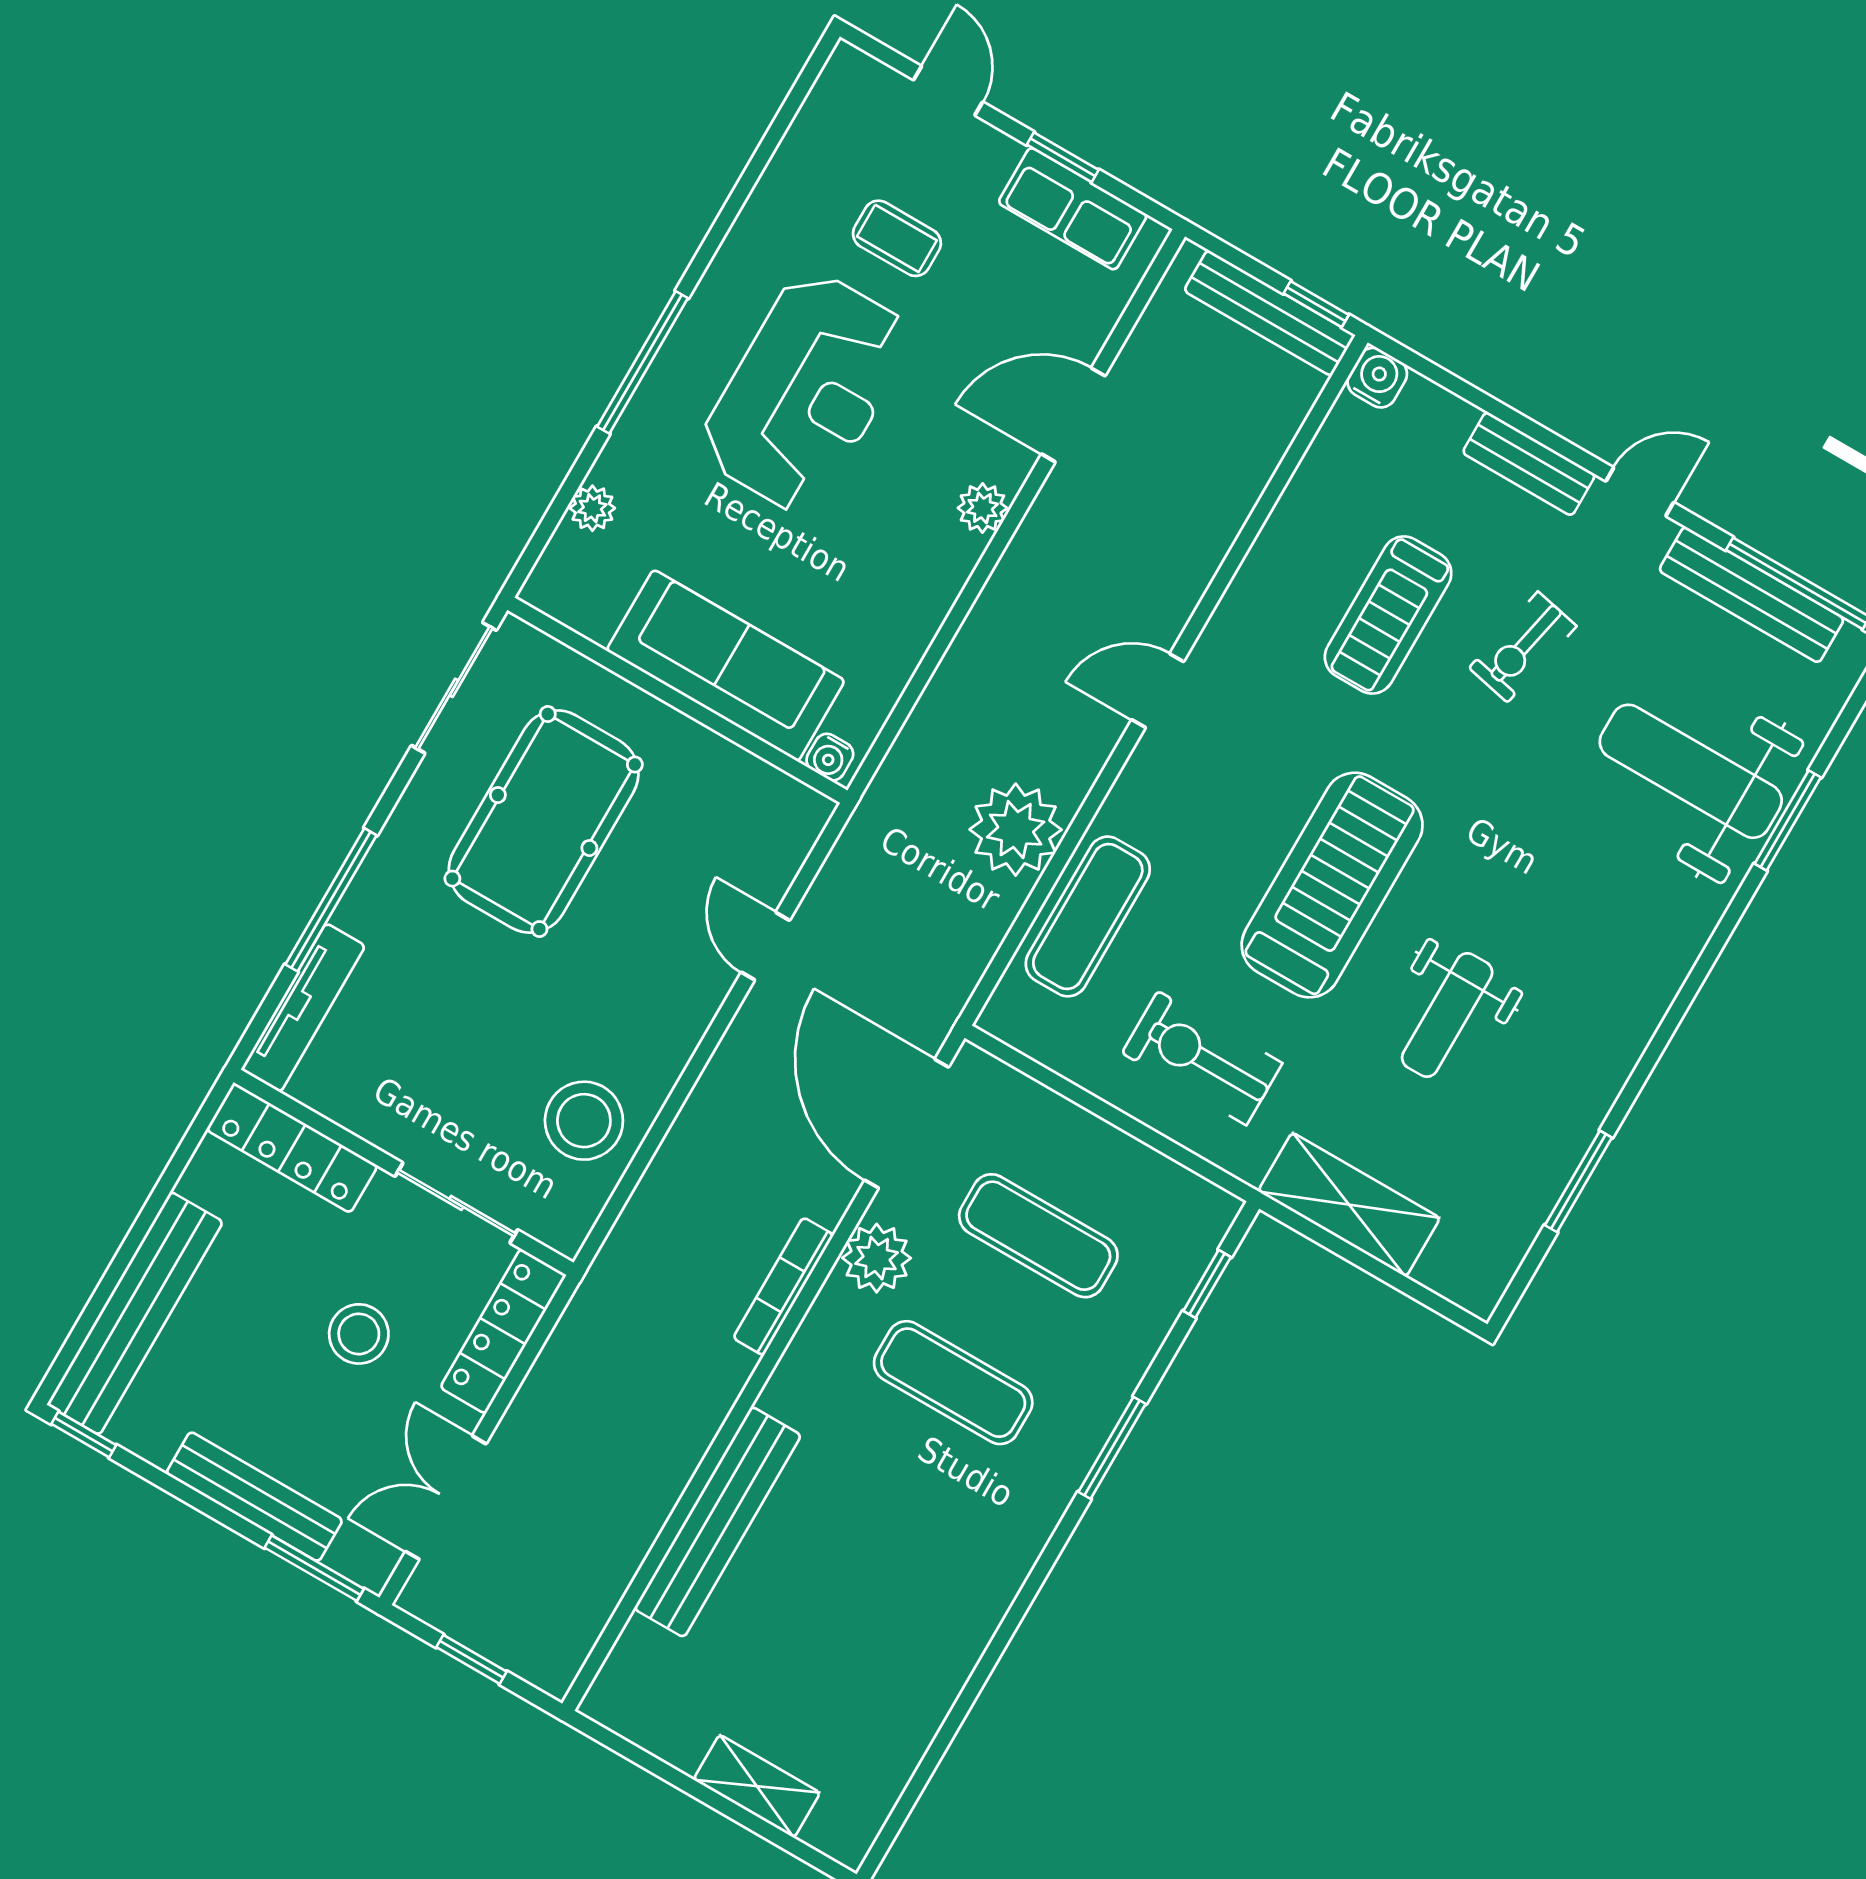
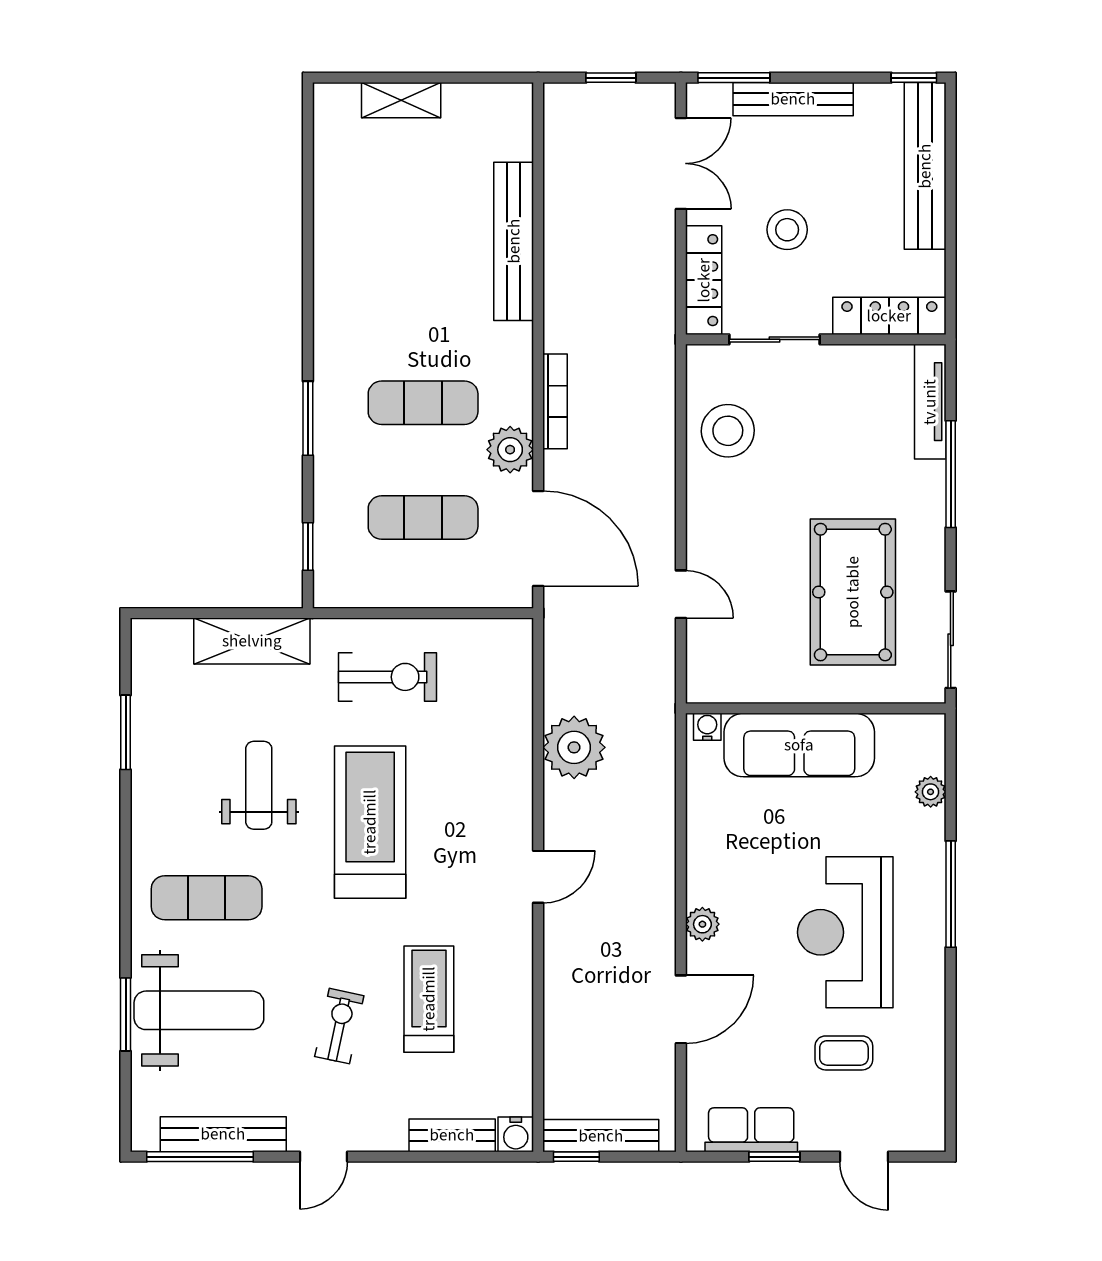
bench: (1529, 464) -> (452, 1135), moved
treadmill: (1332, 885) -> (370, 822), turned 180
exercise mat: (1088, 916) -> (207, 898), moved, turned 90

